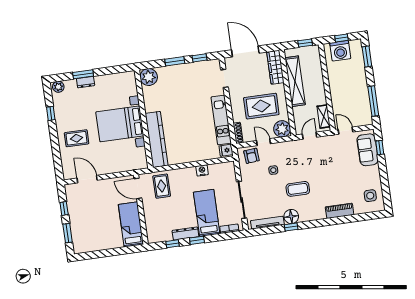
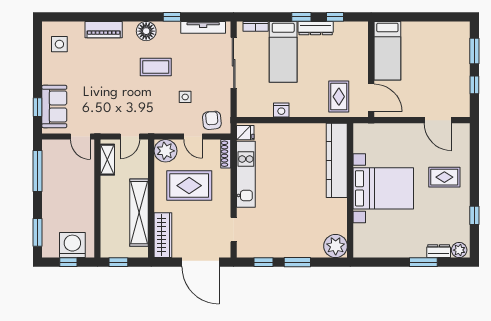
dresser: (86, 82) -> (439, 251), moved
floor lamp: (291, 216) -> (146, 31), moved

